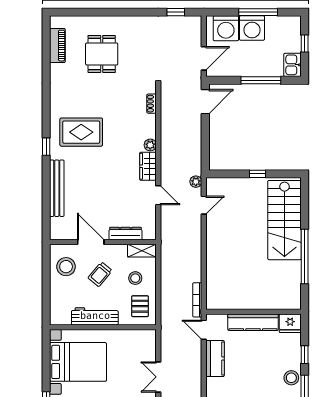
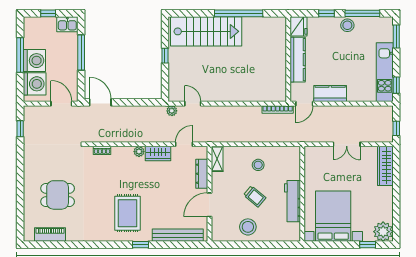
dresser: (125, 234) -> (202, 174), moved
door: (91, 242) -> (209, 205), moved
wall: (103, 242) -> (209, 194), moved
shelving: (142, 251) -> (217, 159), moved
pallet: (140, 306) -> (283, 161), removed

